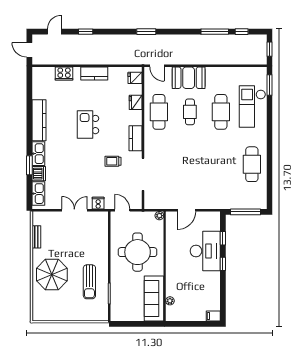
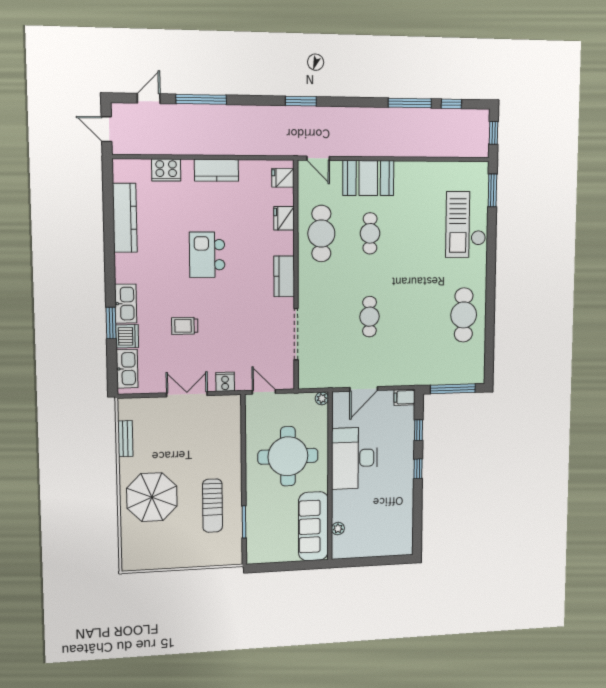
window: (86, 32) -> (201, 99), width x2.17
cafe table: (221, 112) -> (369, 317), moved, width x0.73, depth x0.74
kitchen counter: (39, 120) -> (125, 218), moved
trolley: (113, 161) -> (185, 326), moved
desk: (205, 251) -> (354, 458), moved, turned 180
filing cabinet: (213, 316) -> (404, 397), moved

